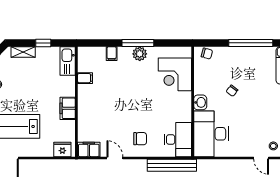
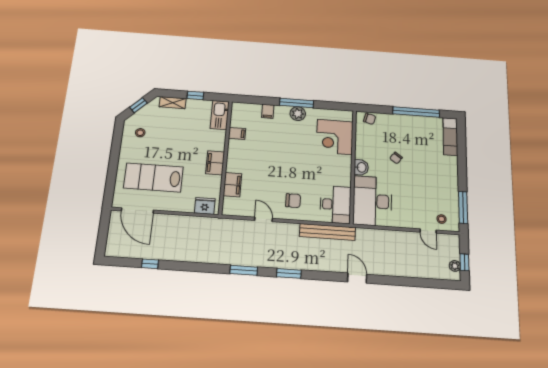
filing cabinet: (89, 149) -> (232, 185), moved, turned 90

